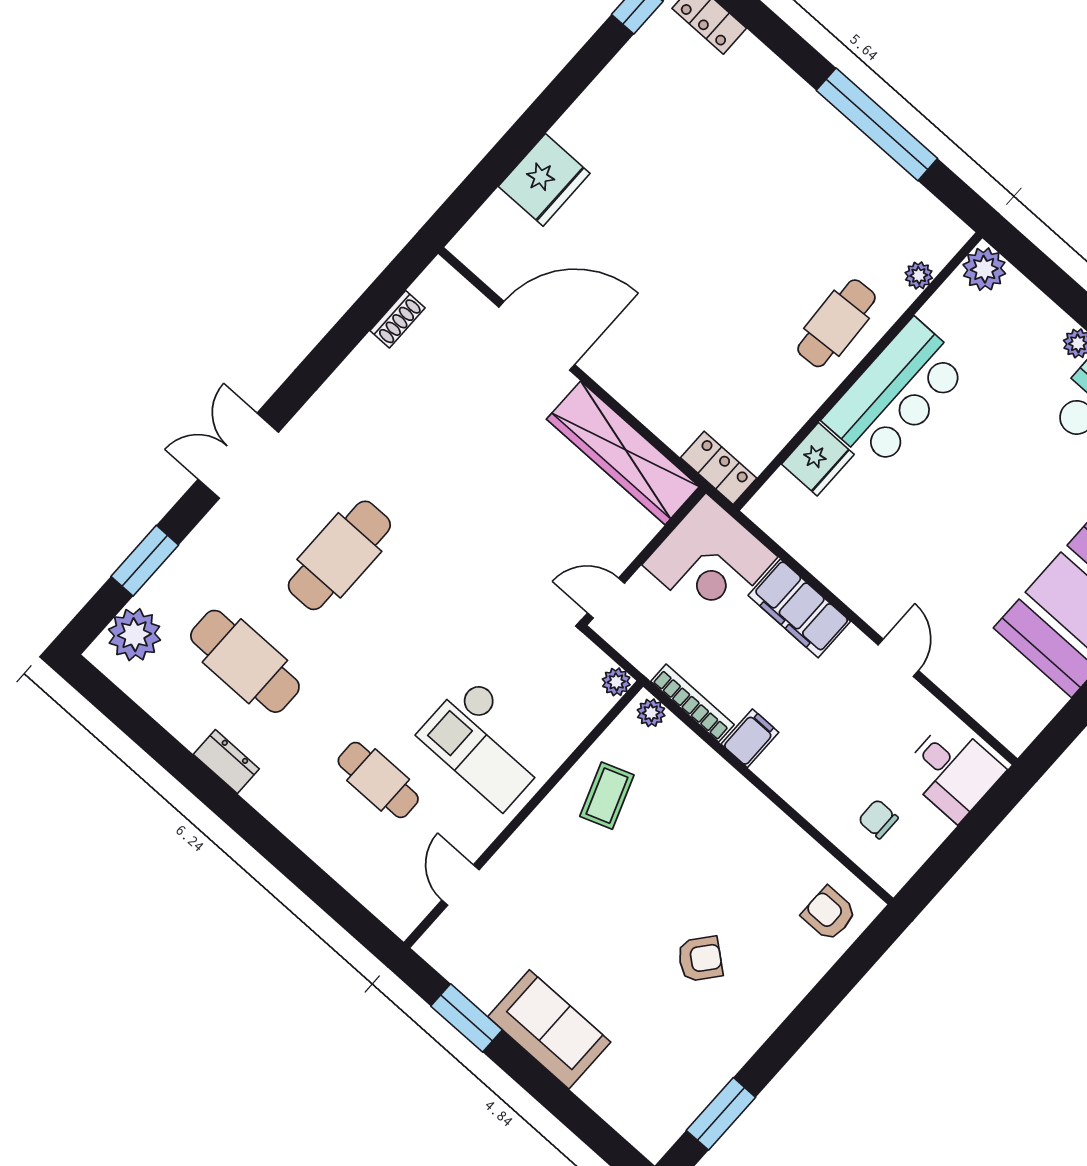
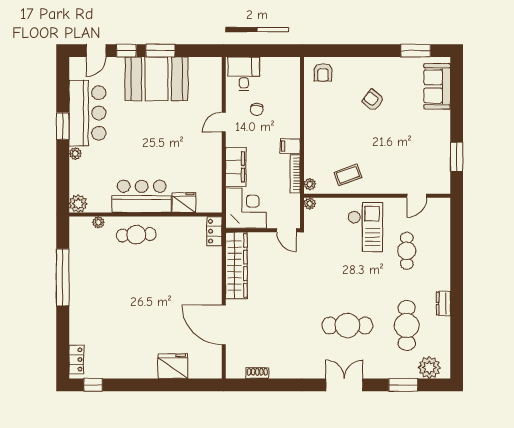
double door: (238, 456) -> (344, 385), swing flipped
chair: (878, 819) -> (257, 109), moved
sofa: (549, 1029) -> (437, 86), moved

